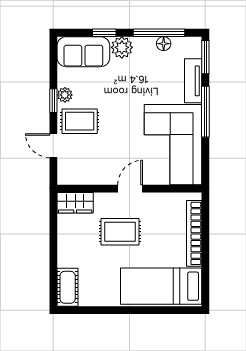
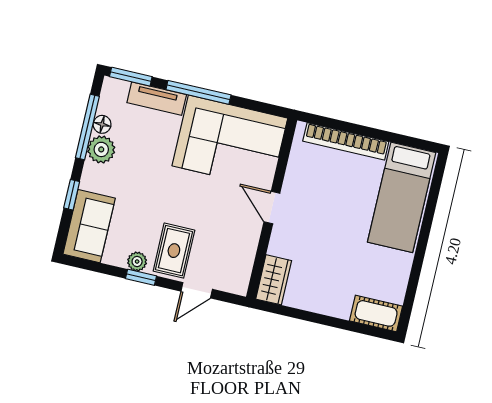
plant: (122, 47) -> (101, 149), moved
rug: (120, 232) -> (322, 233), removed

